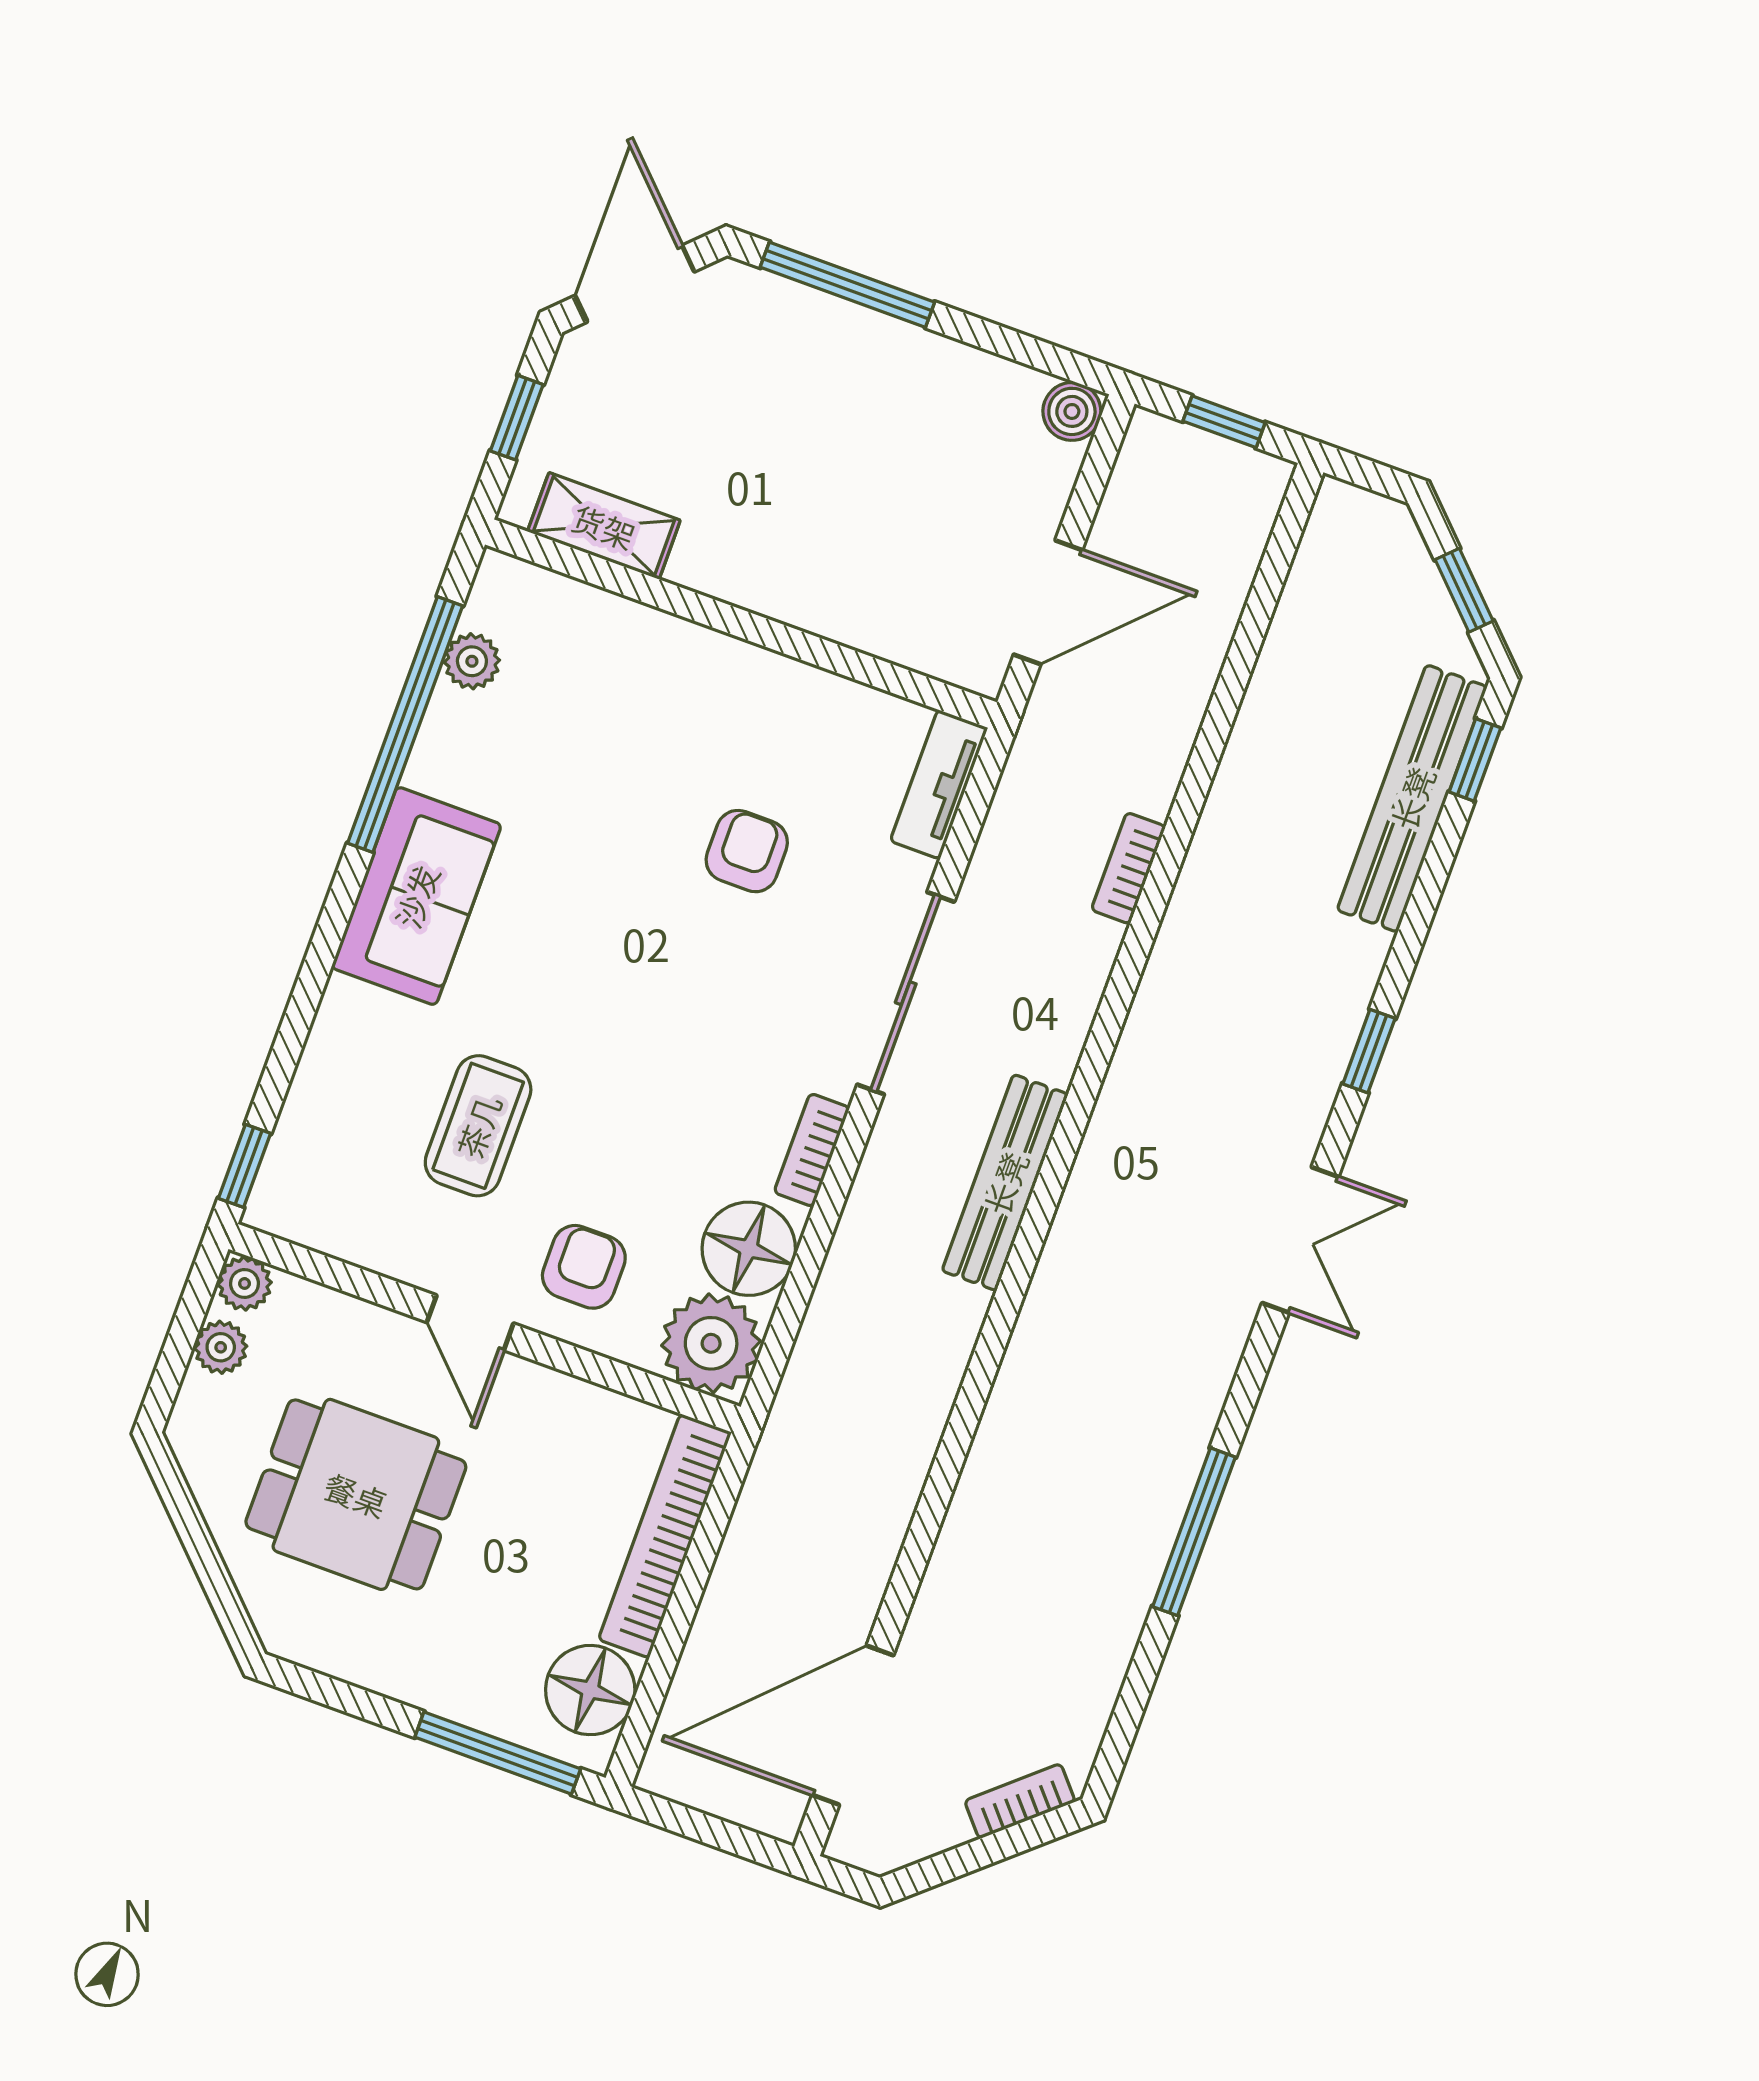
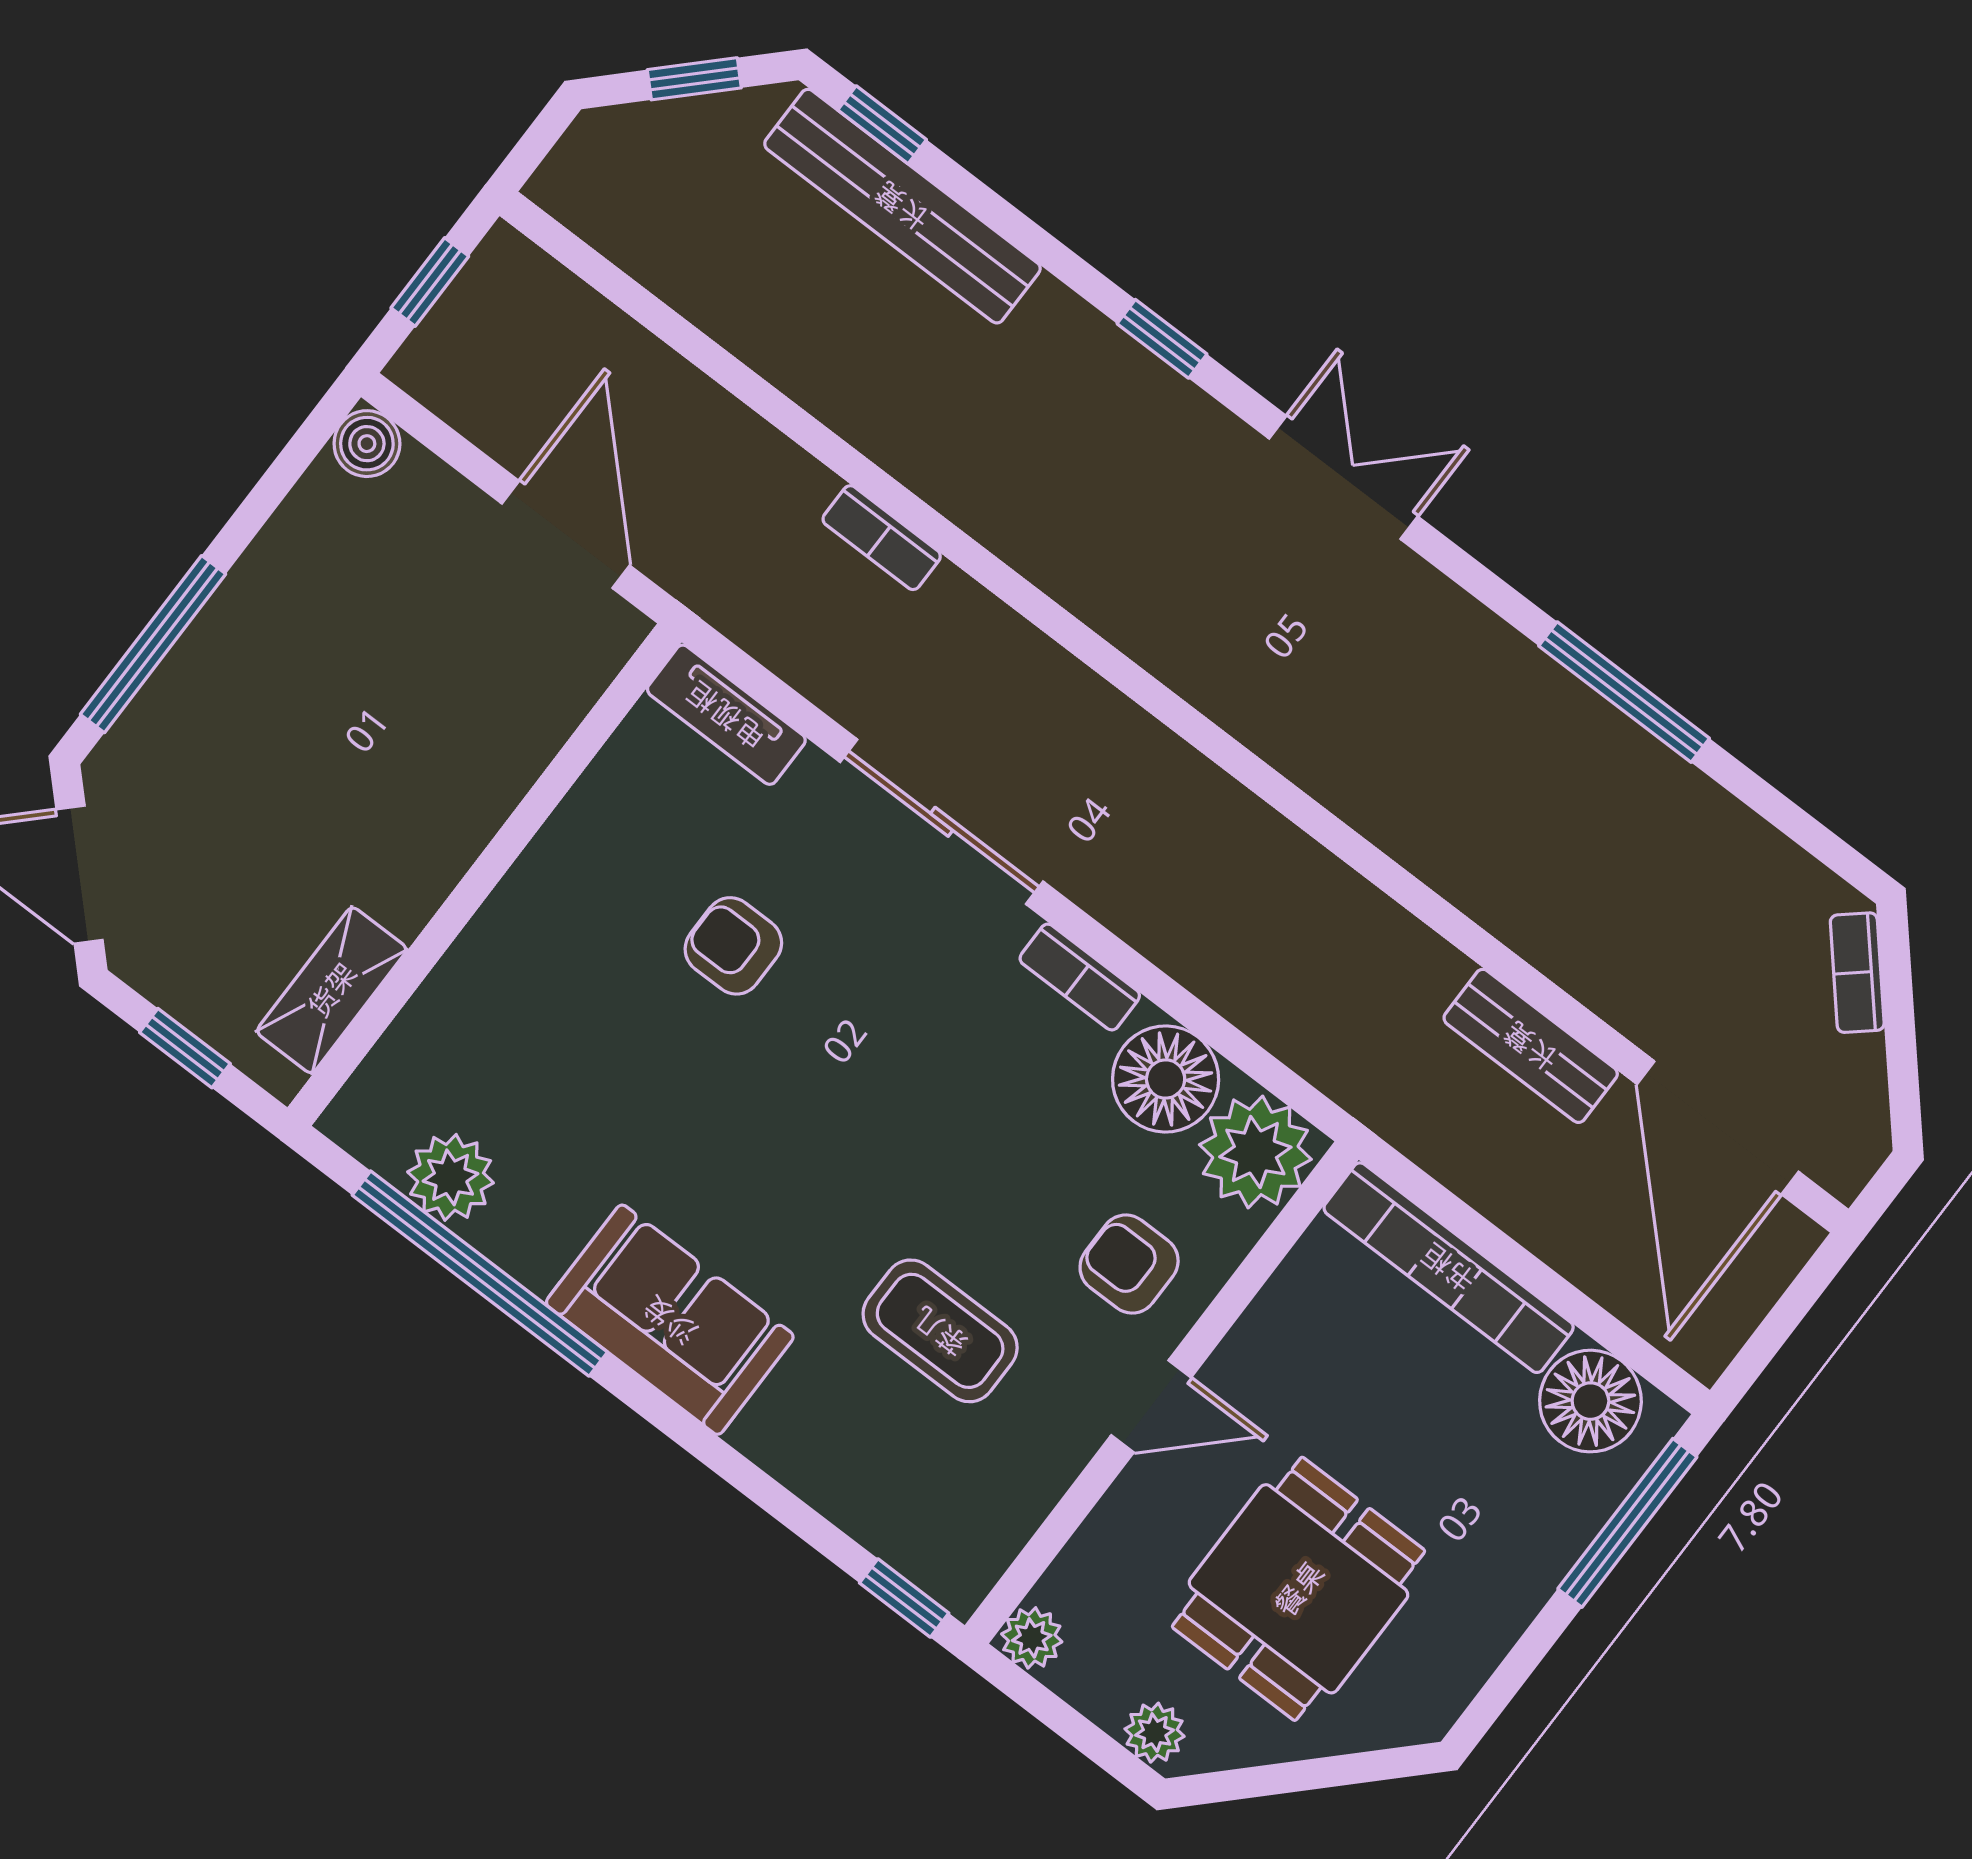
plant: (472, 661) -> (451, 1177), width x1.38, depth x1.38
bench: (1005, 1183) -> (1531, 1046), moved, width x0.73
plant: (221, 1347) -> (1155, 1733), moved

